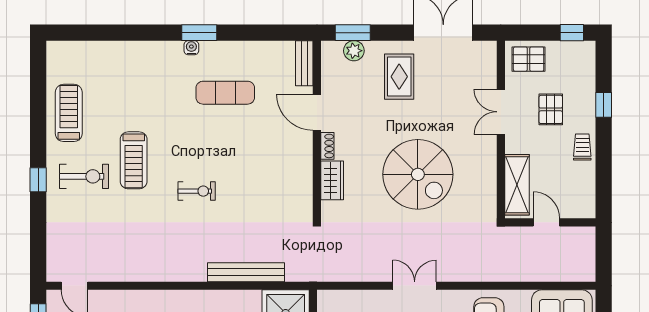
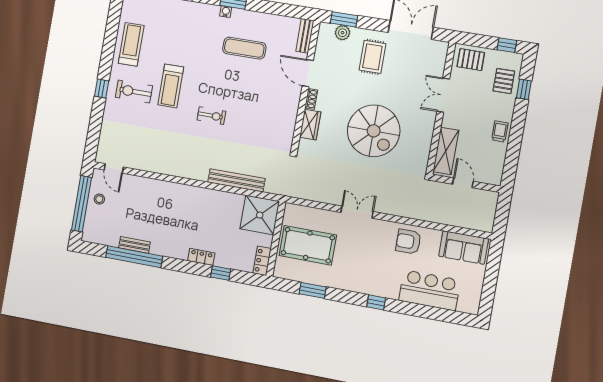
window: (604, 105) -> (524, 89), moved
pallet: (551, 109) -> (504, 81), moved
exercise bike: (84, 176) -> (134, 92), turned 180

